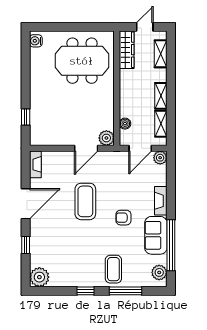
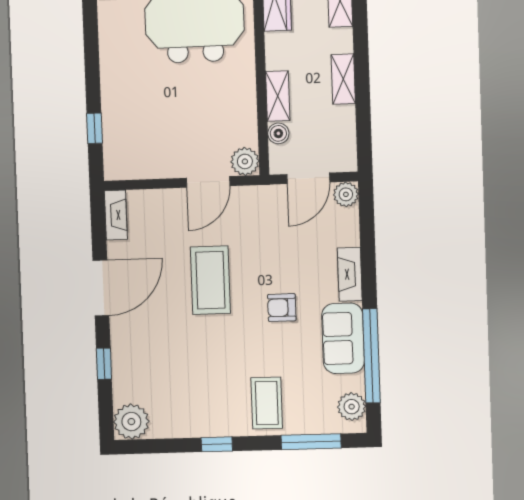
shelving: (161, 124) -> (278, 96), moved
window: (126, 291) -> (311, 442), moved

